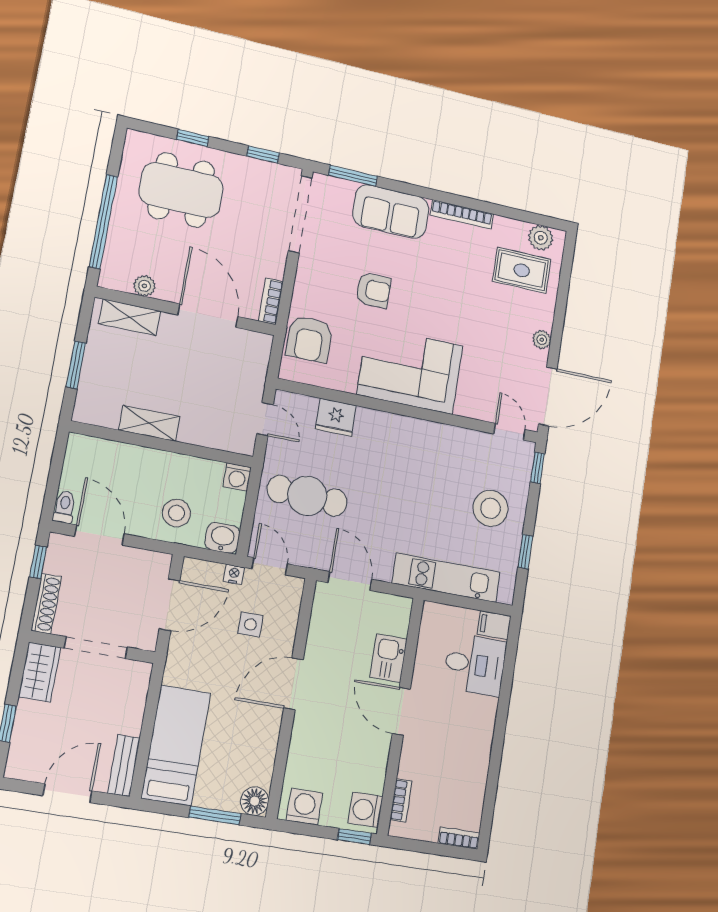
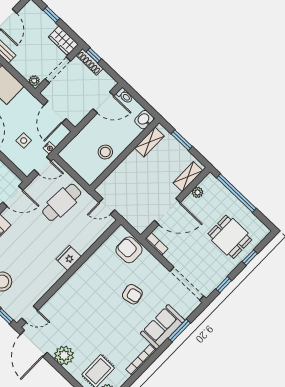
window: (353, 176) -> (179, 331), moved
dining table: (181, 190) -> (230, 237), width x0.73
armchair: (373, 290) -> (132, 294), turned -102
plant: (542, 340) -> (64, 355), width x1.87, depth x1.87
corner sofa: (410, 370) -> (86, 287), removed
fridge: (336, 417) -> (69, 258), moved
shelving: (149, 423) -> (149, 142), moved
washing machine: (237, 477) -> (90, 177), removed
stool: (176, 513) -> (105, 152), moved
washbasin: (222, 538) -> (144, 120), moved, turned 180
window: (38, 562) -> (94, 55), moved
plant: (140, 675) -> (34, 81), added

